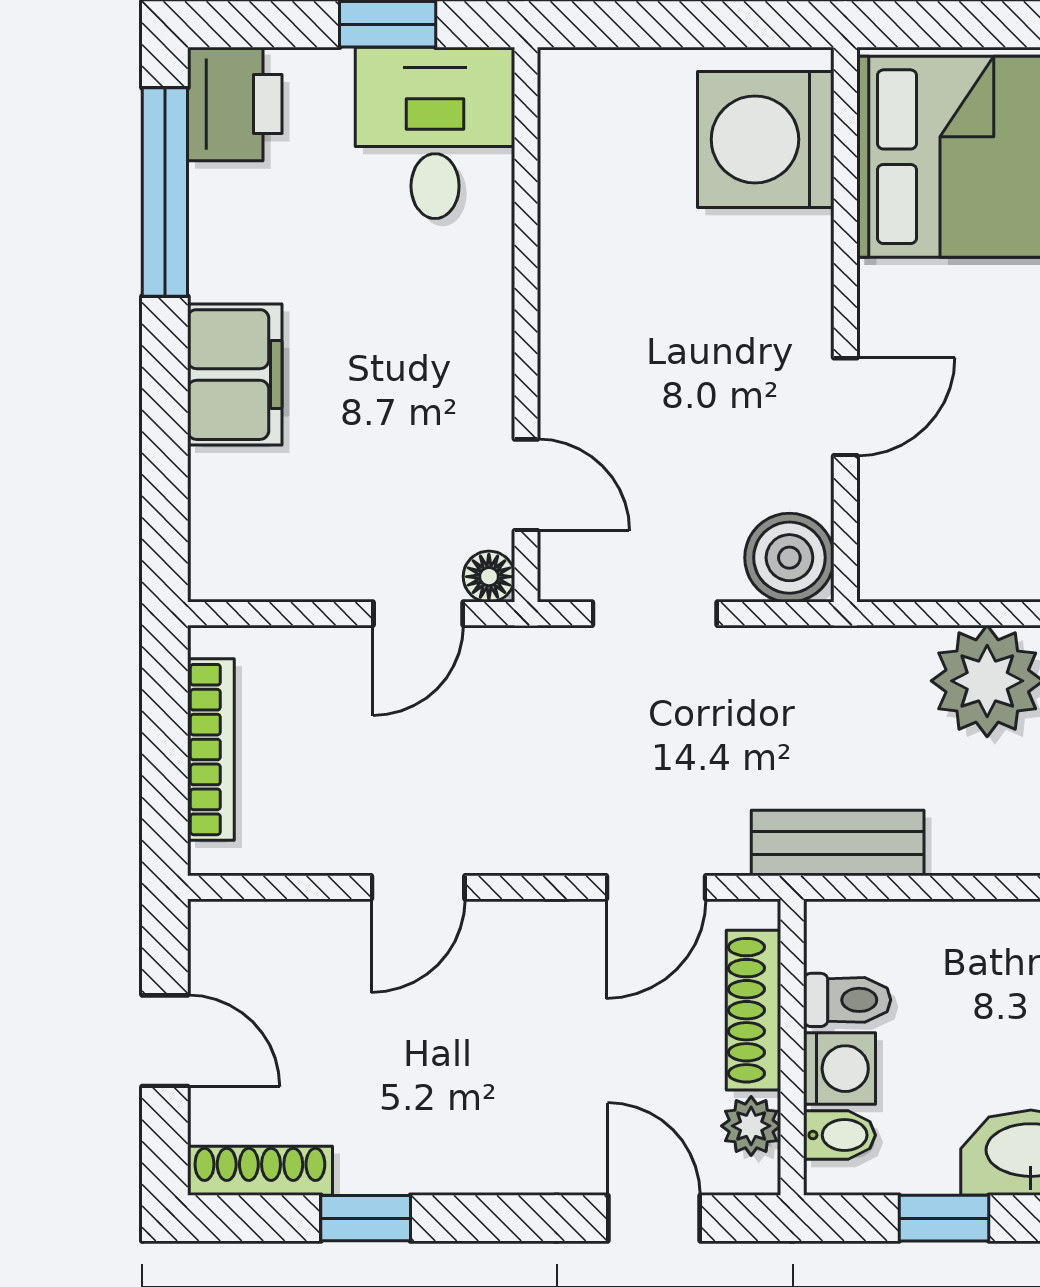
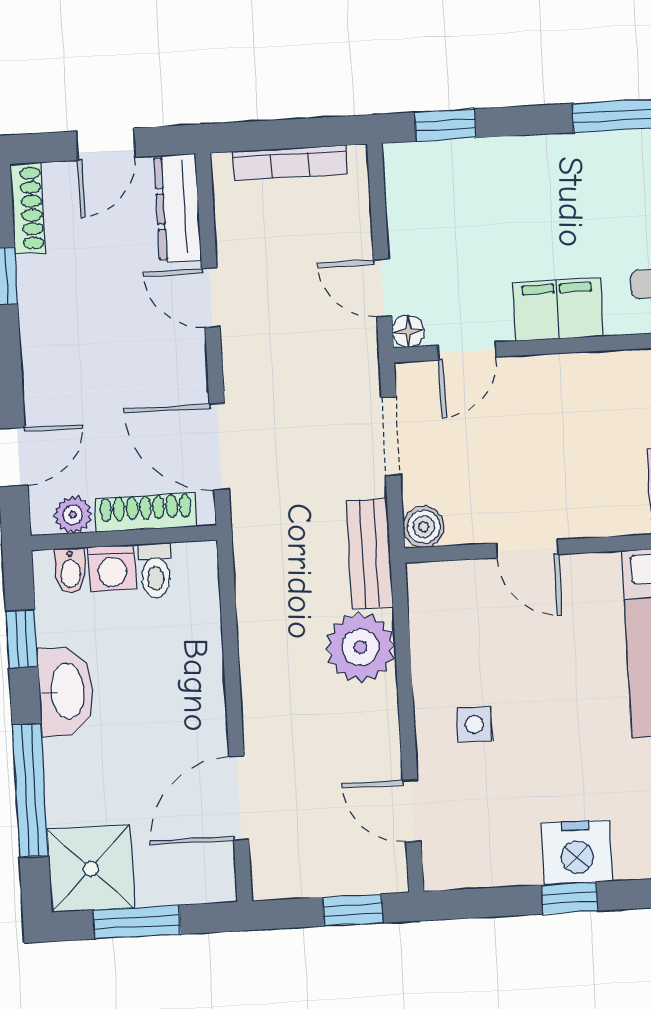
filing cabinet: (235, 375) -> (558, 309), moved, turned 180
window: (165, 499) -> (445, 125), added
boiler: (789, 558) -> (424, 527), width x0.73, depth x0.73
bench: (838, 843) -> (370, 553), moved
door: (656, 887) -> (219, 447), width x1.38
dresser: (273, 932) -> (178, 208), added

